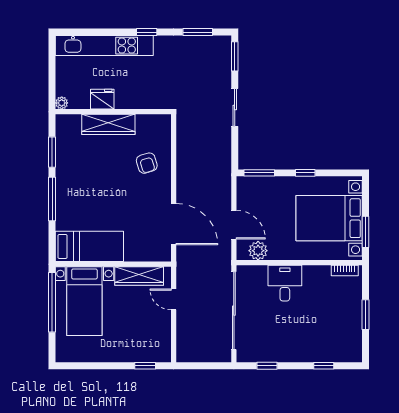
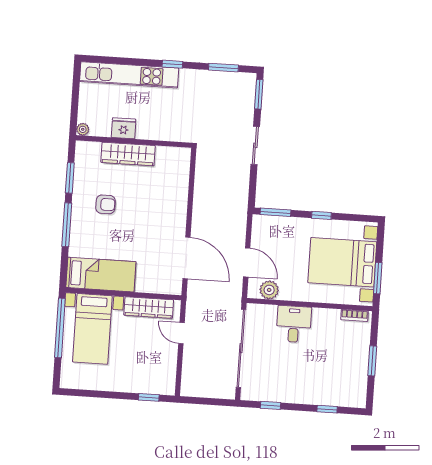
armchair: (147, 163) -> (106, 204), moved, turned -73

